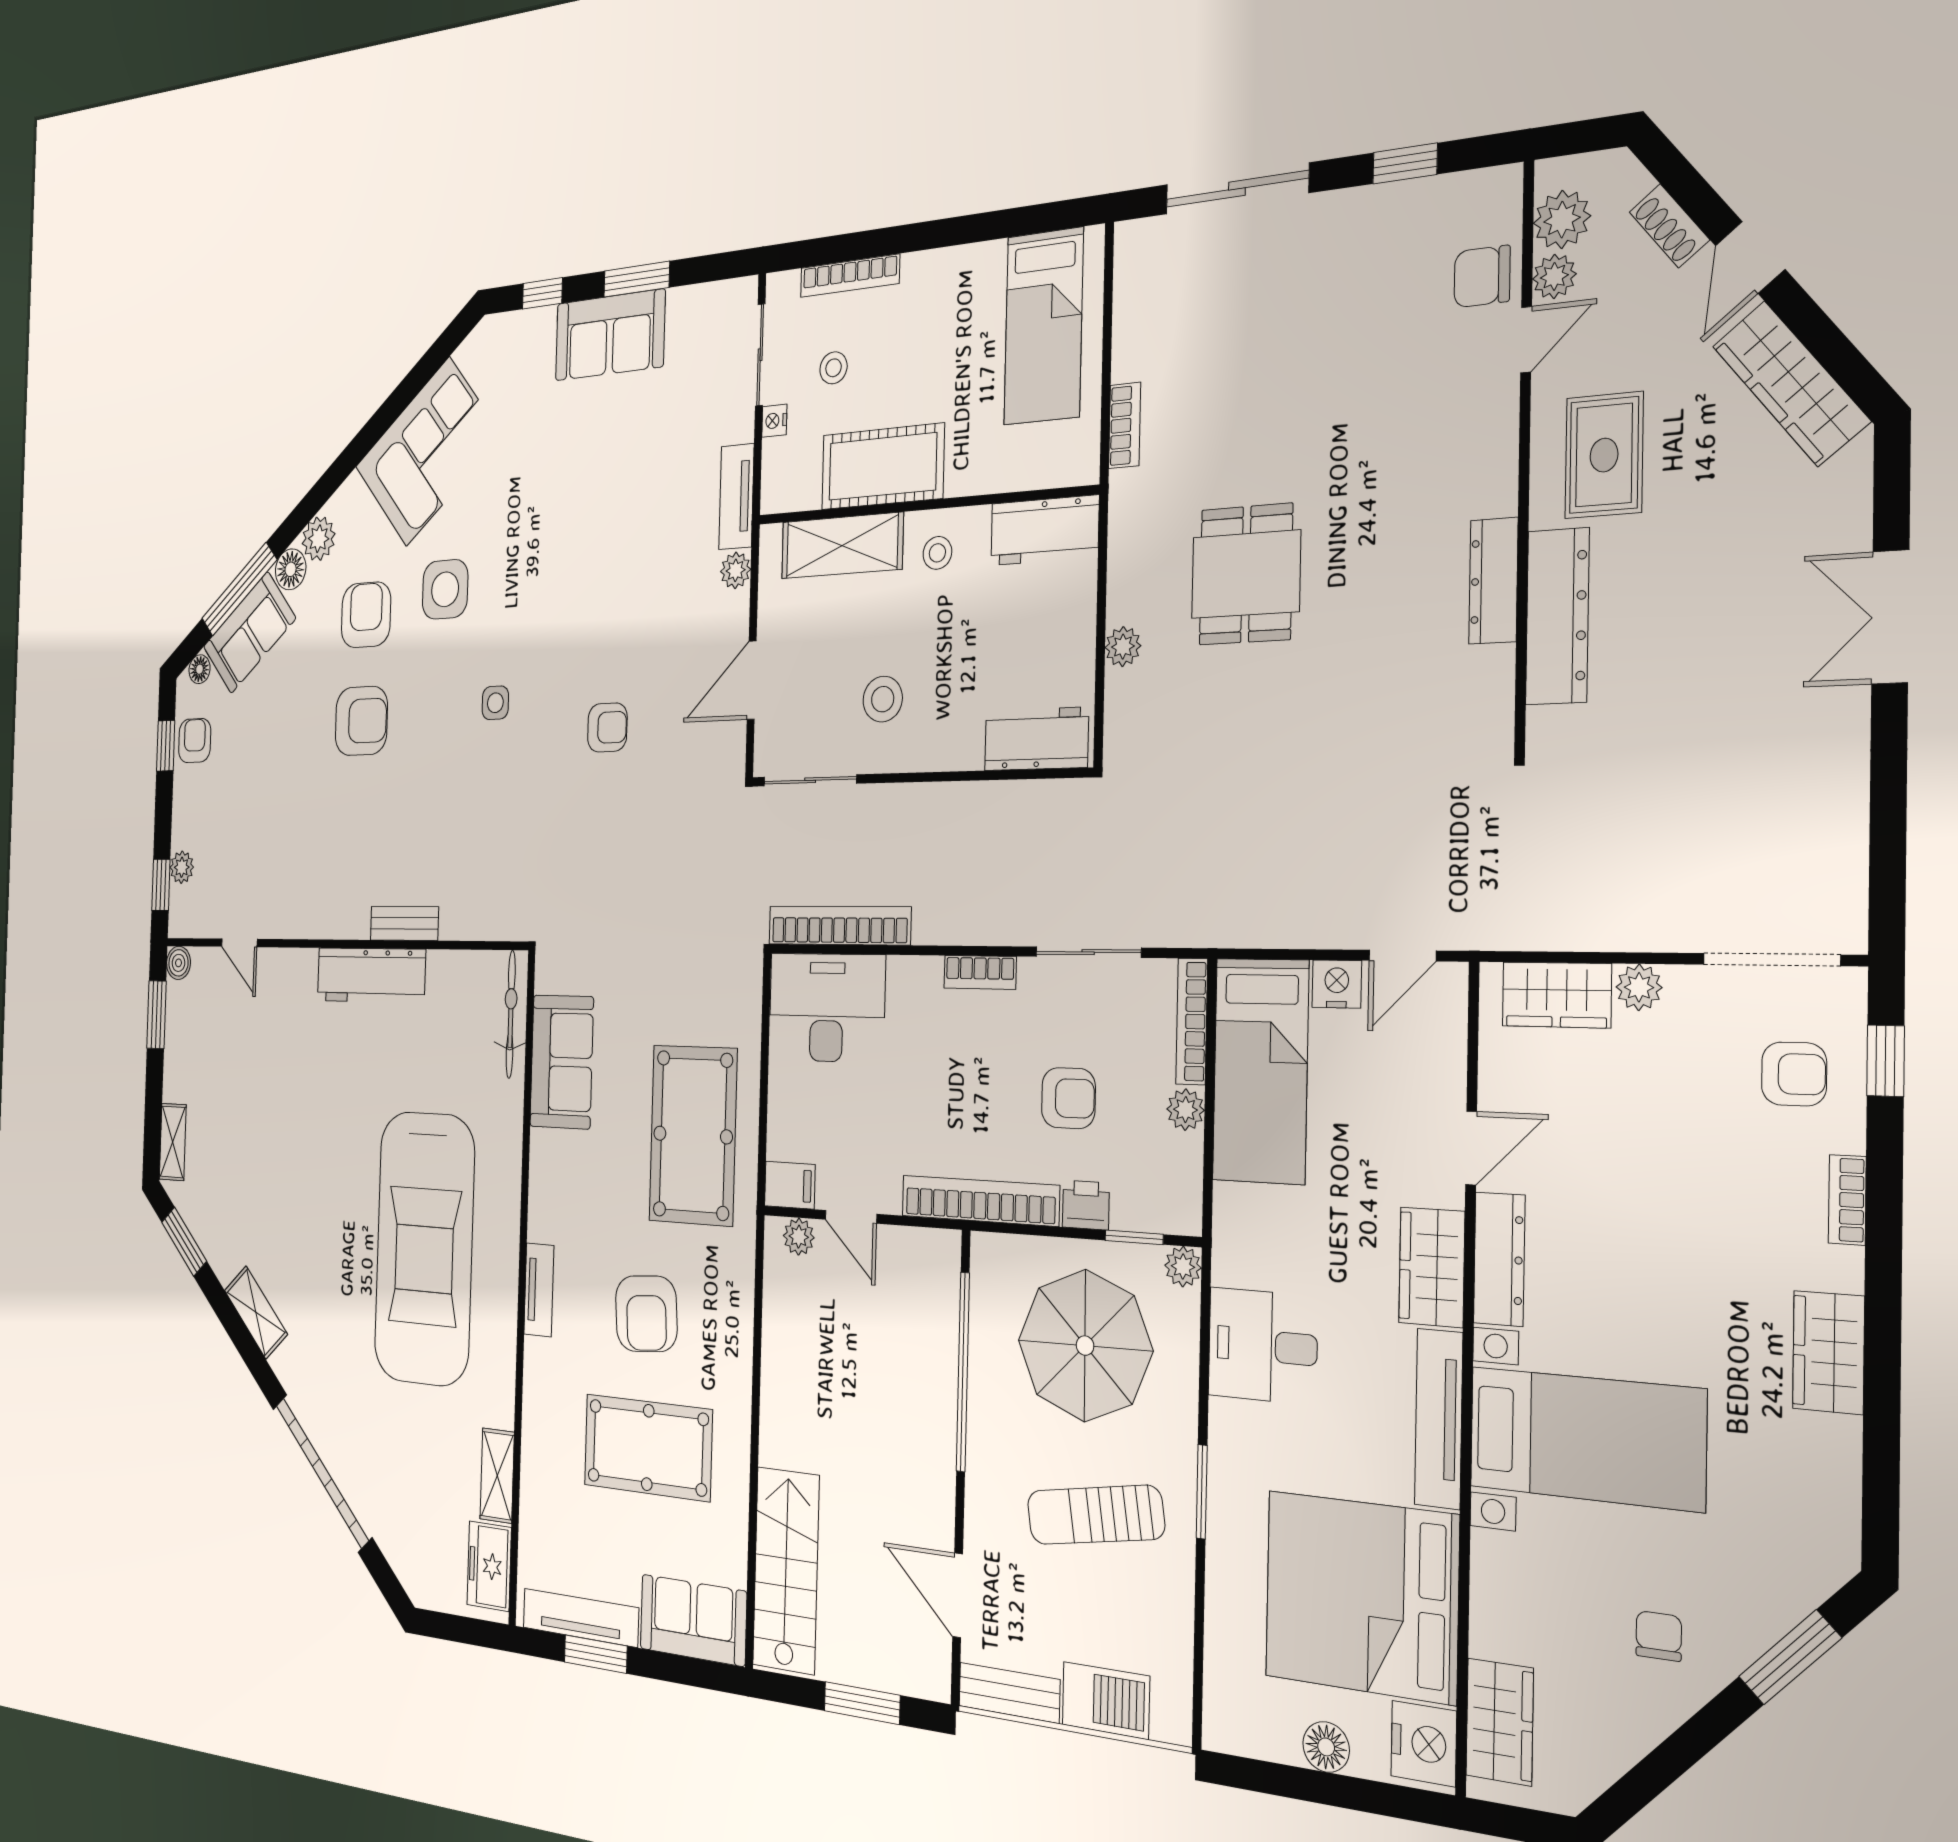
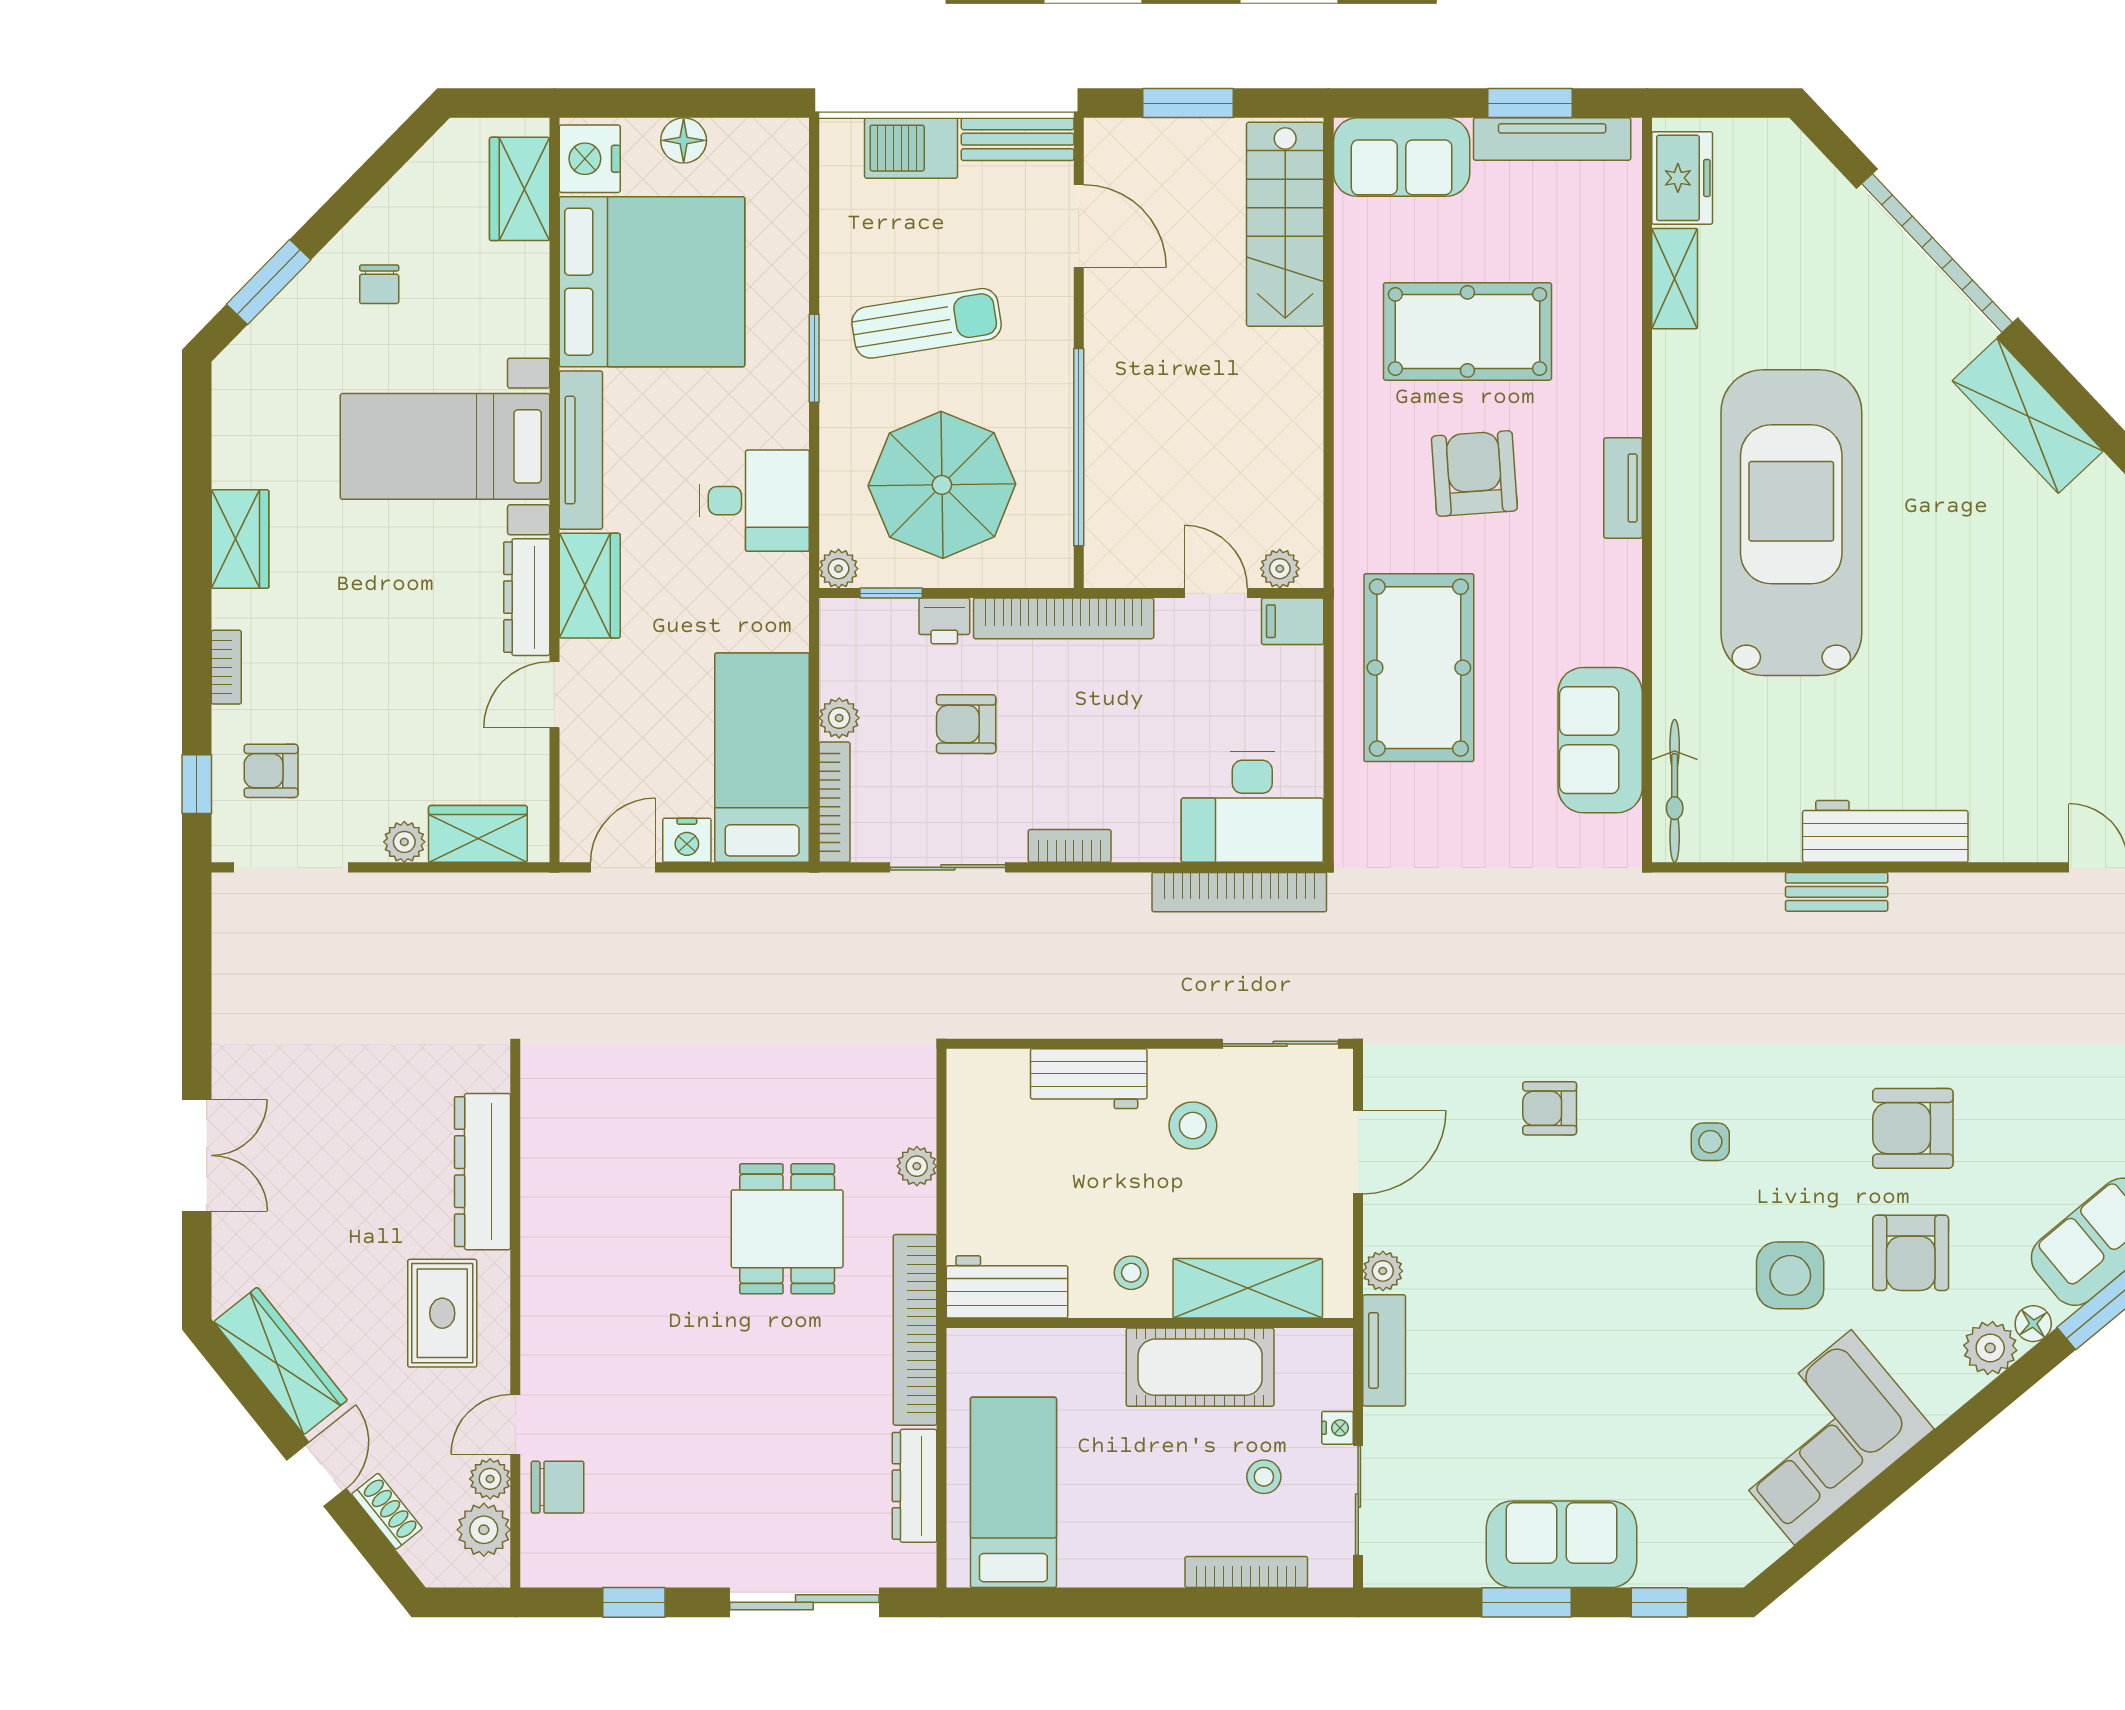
bookcase: (1125, 425) -> (915, 1330), width x2.31, depth x1.31
floor lamp: (291, 569) -> (2033, 1324), width x0.73, depth x0.73
dresser: (1493, 581) -> (915, 1486), moved, turned 180
workbench: (1036, 739) -> (1089, 1079), moved
shelving: (256, 1312) -> (2028, 416), width x1.50, depth x1.33

